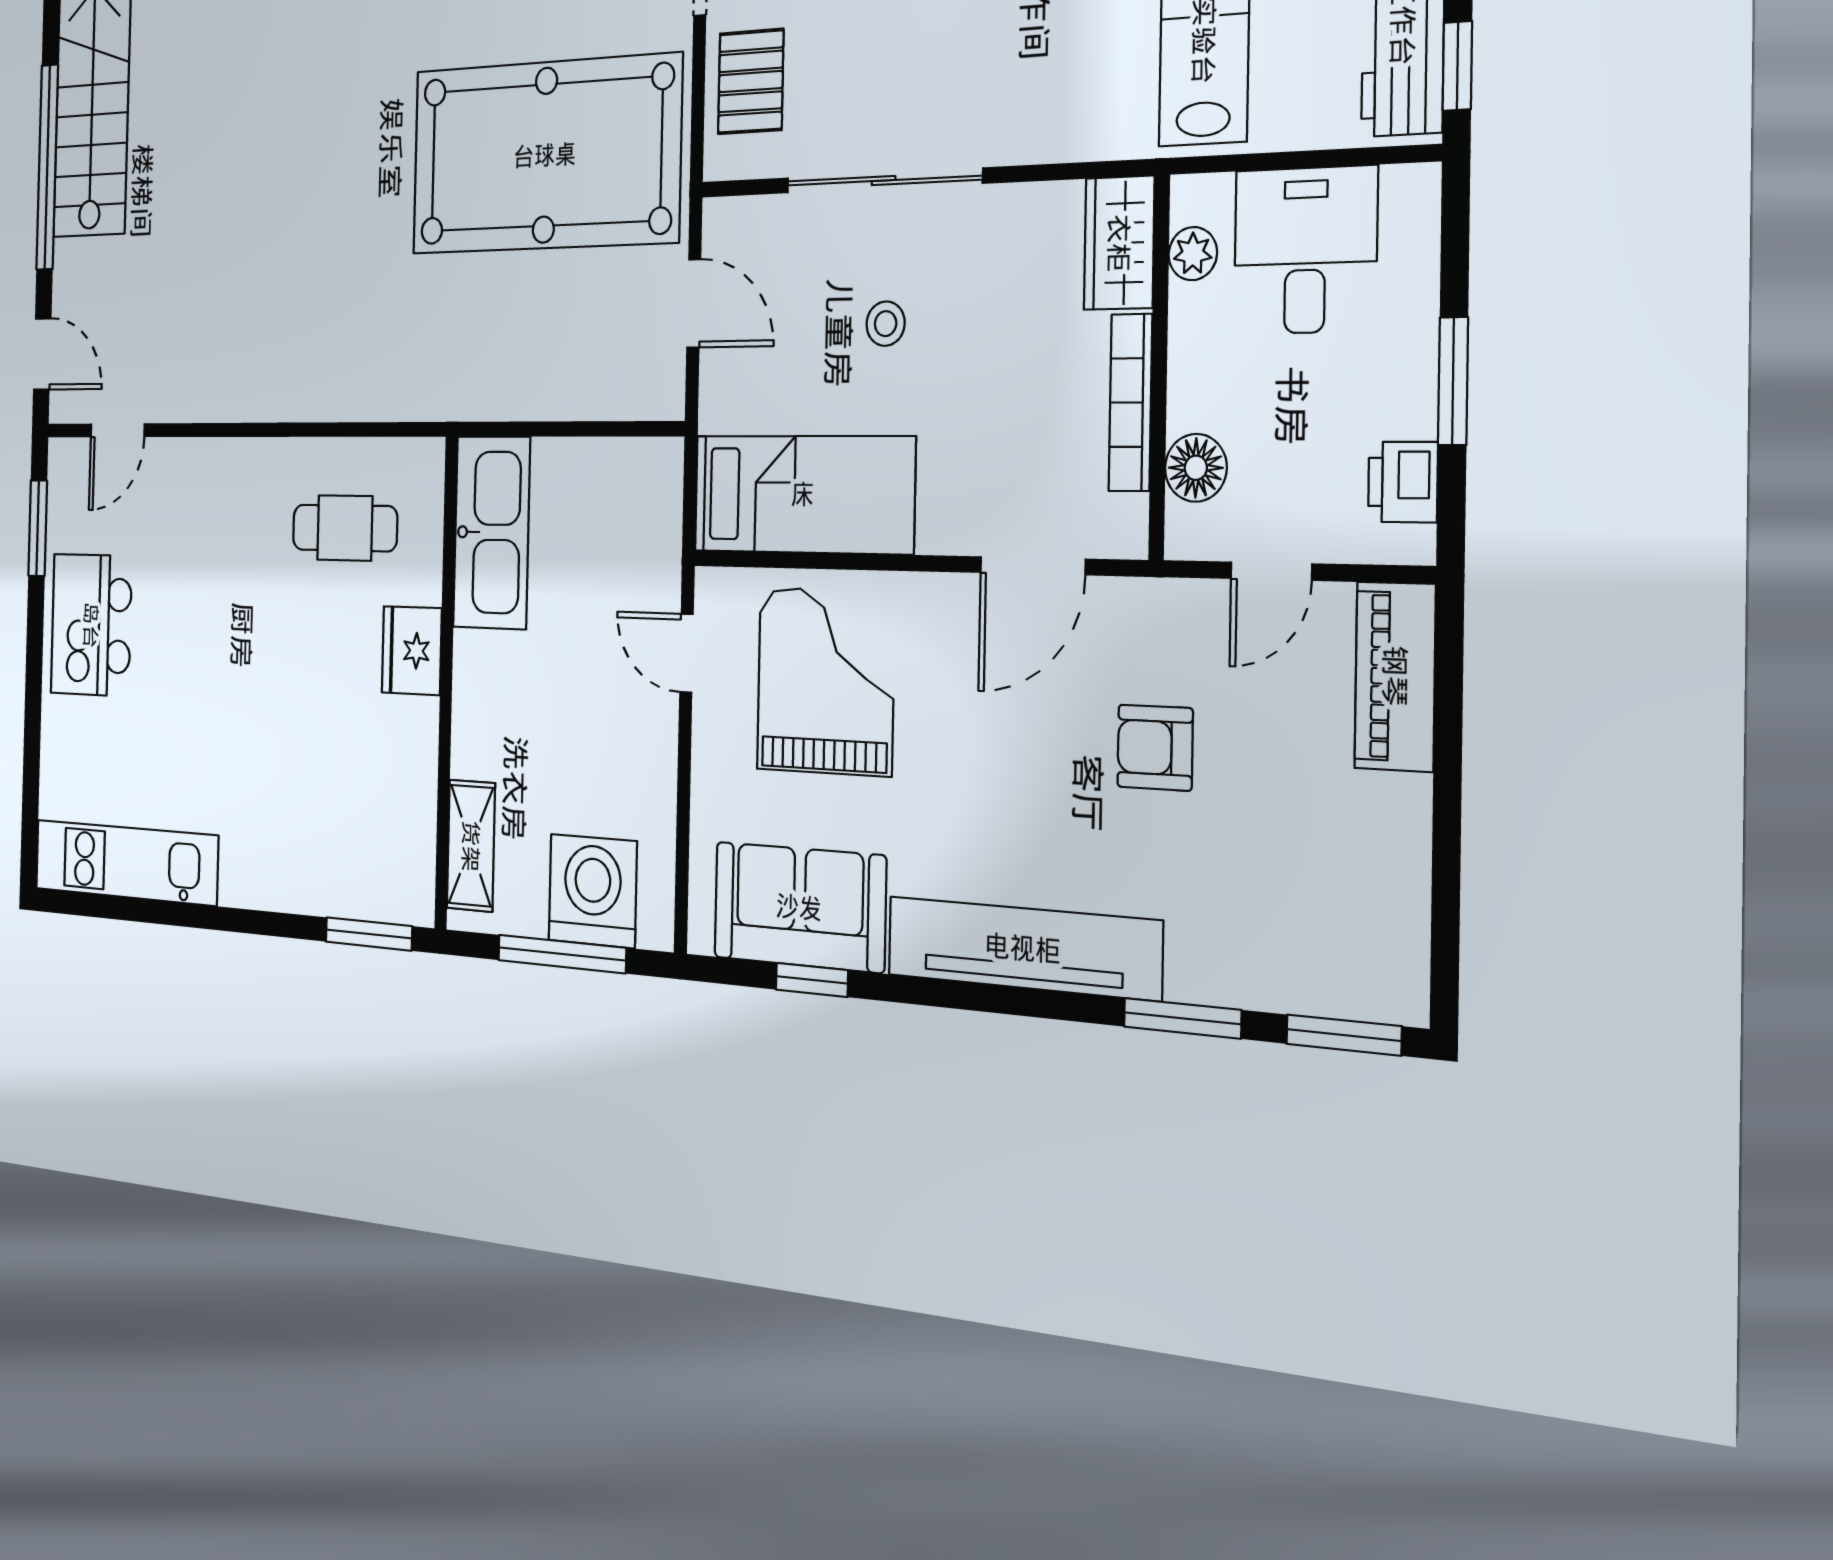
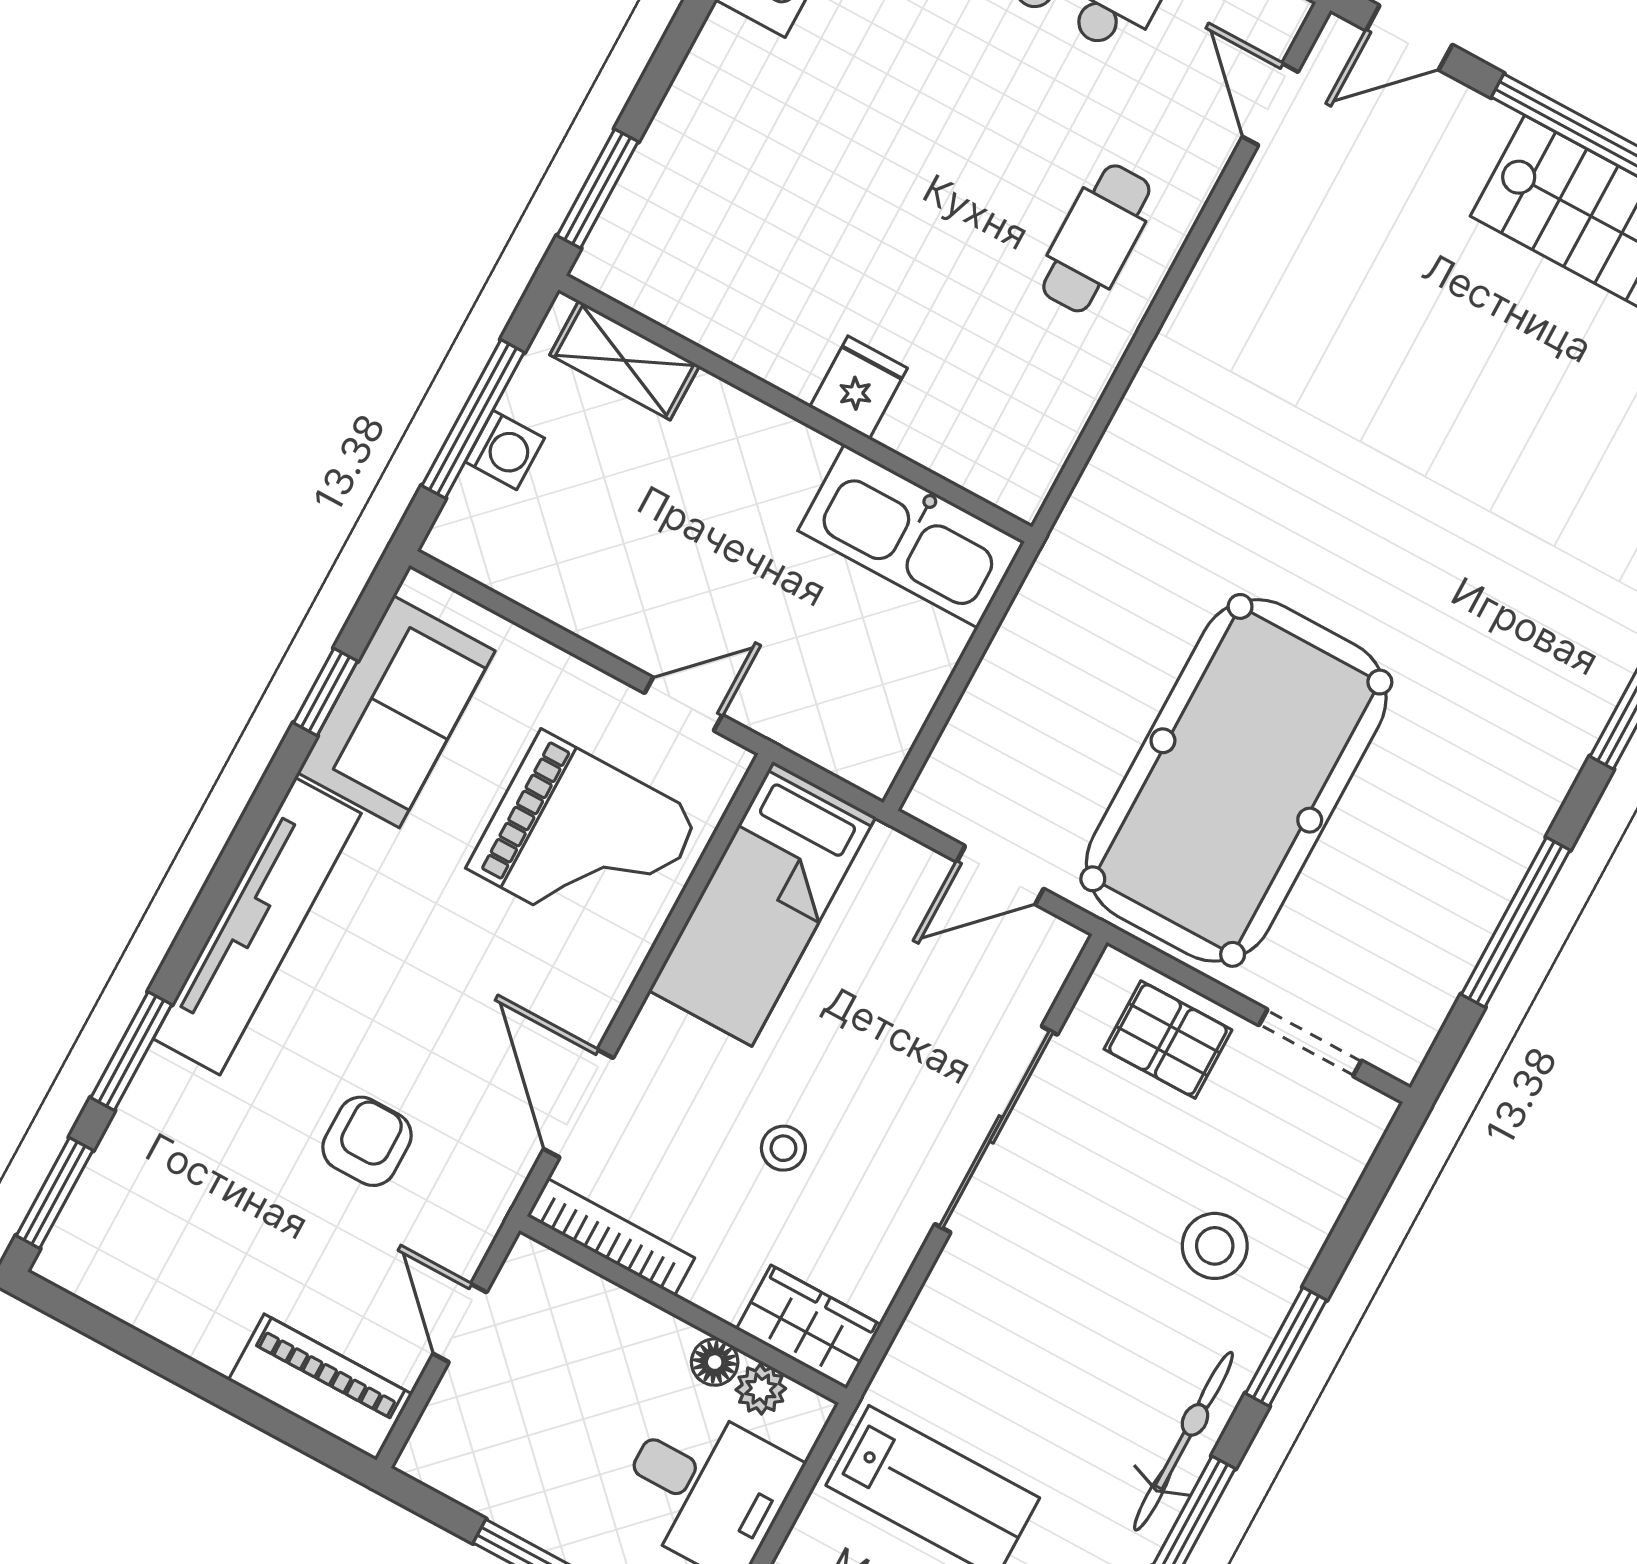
stool: (886, 324) -> (783, 1148), moved
bookcase: (1131, 403) -> (611, 1237), moved
floor lamp: (1196, 468) -> (715, 1362), moved, width x0.73, depth x0.73
printer: (1403, 482) -> (472, 1475), removed
cafe table: (345, 528) -> (1096, 238), moved
fridge: (412, 651) -> (858, 388), width x0.72
washing machine: (593, 891) -> (505, 450), width x0.53, depth x0.53

